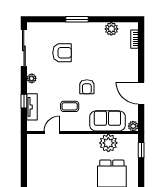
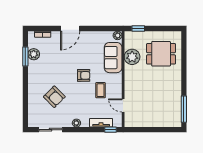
window: (77, 19) -> (25, 57), moved
sliding door: (24, 48) -> (51, 130), width x0.73
armchair: (62, 53) -> (54, 97), turned 135
door: (141, 93) -> (70, 29), moved
window: (24, 101) -> (111, 130), moved

